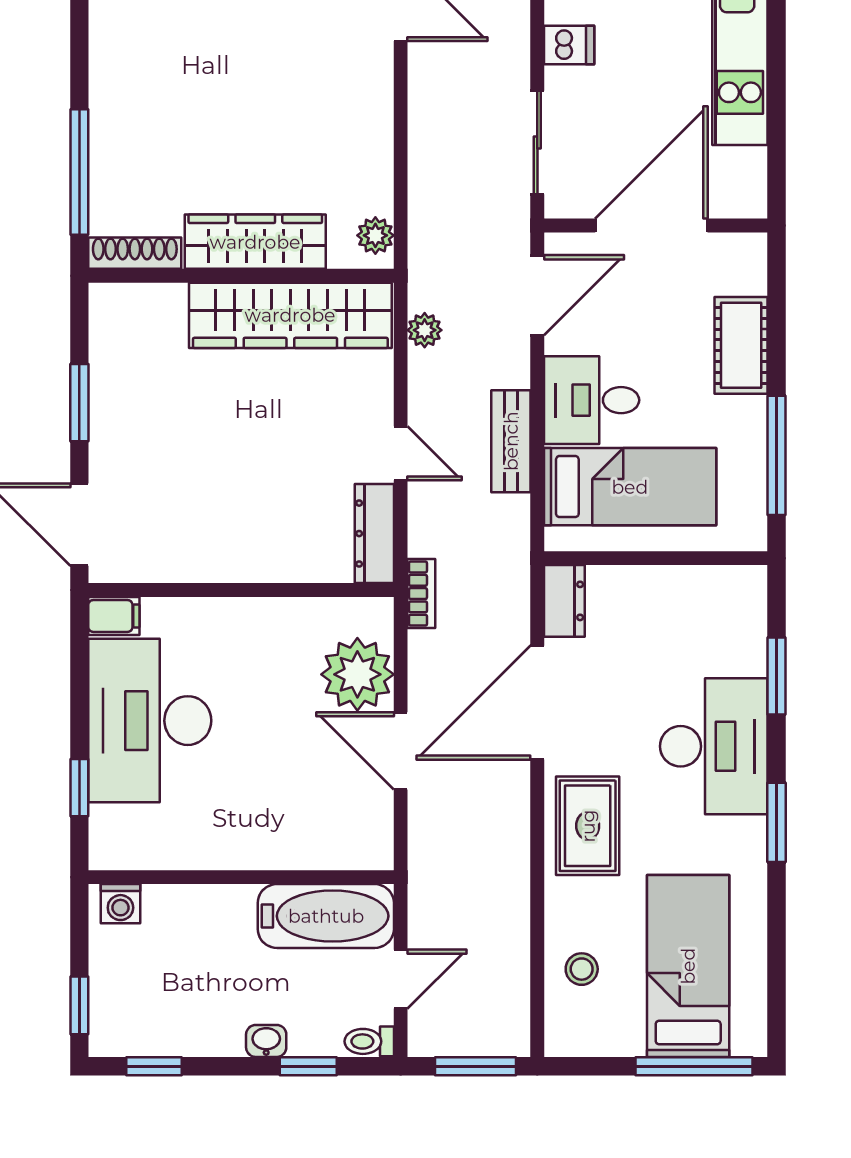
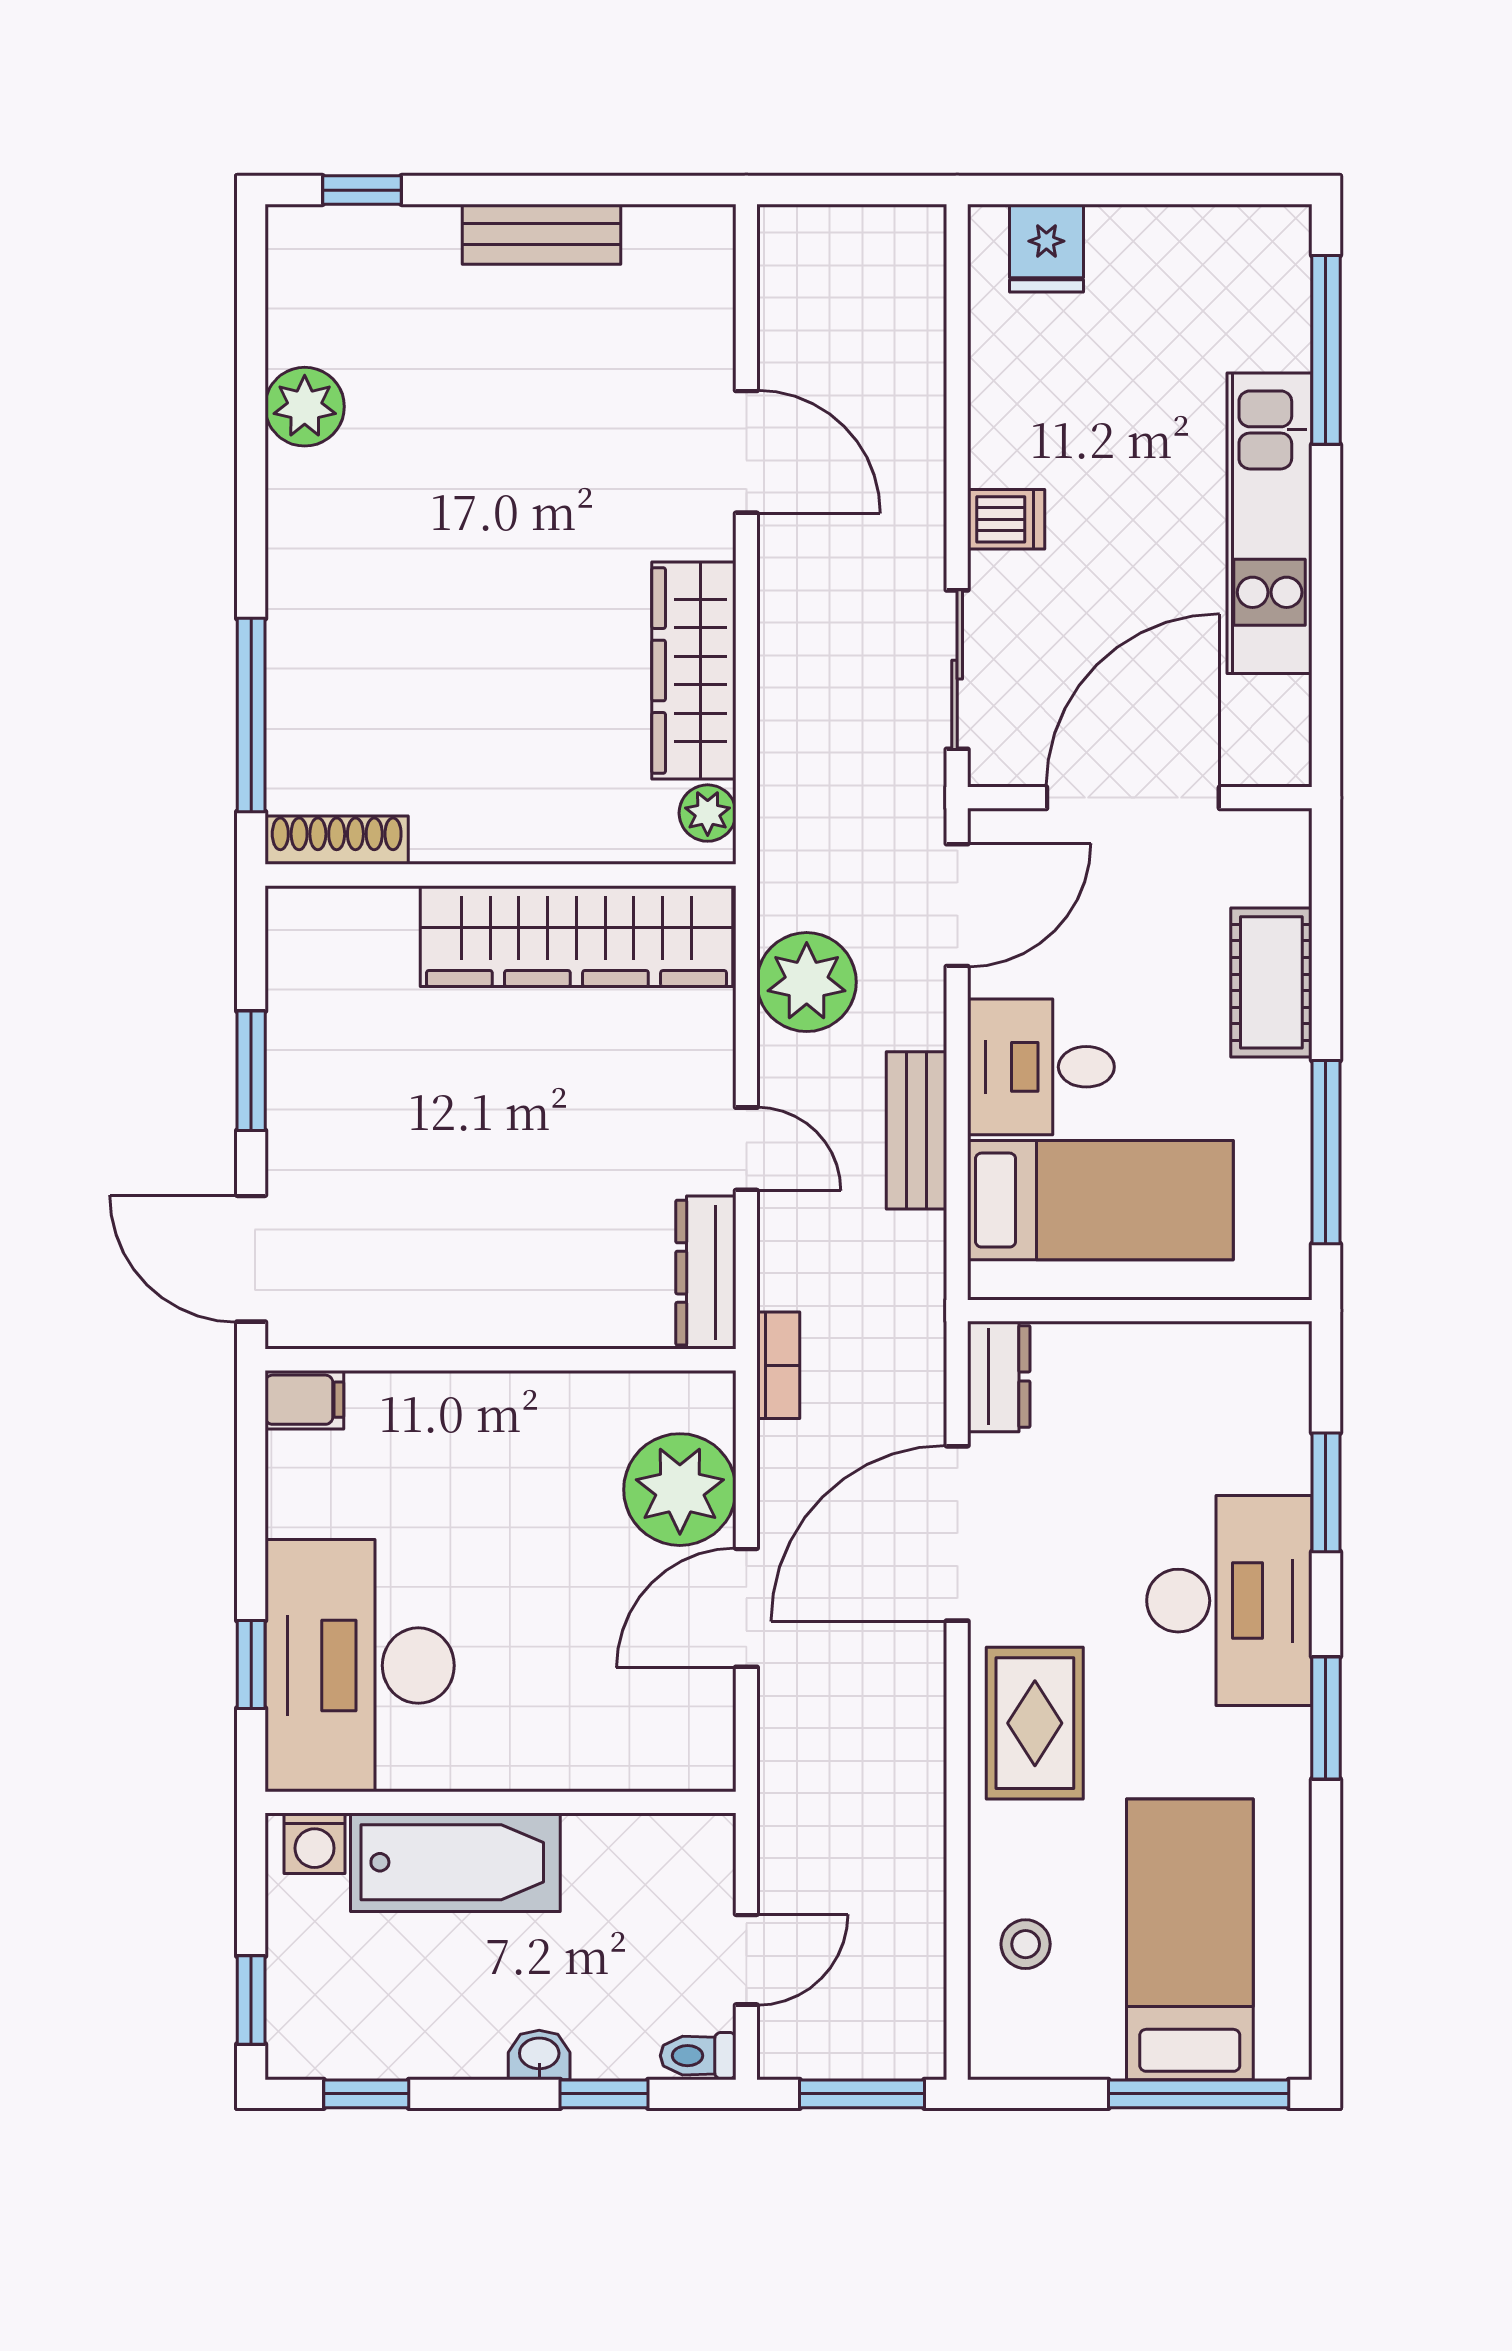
wardrobe: (255, 242) -> (694, 670), moved, turned -90
plant: (425, 330) -> (807, 982), width x1.87, depth x1.87
desk: (150, 721) -> (360, 1666), moved
door: (401, 751) -> (746, 1608), hinge flipped
bathtub: (326, 916) -> (455, 1862), moved

